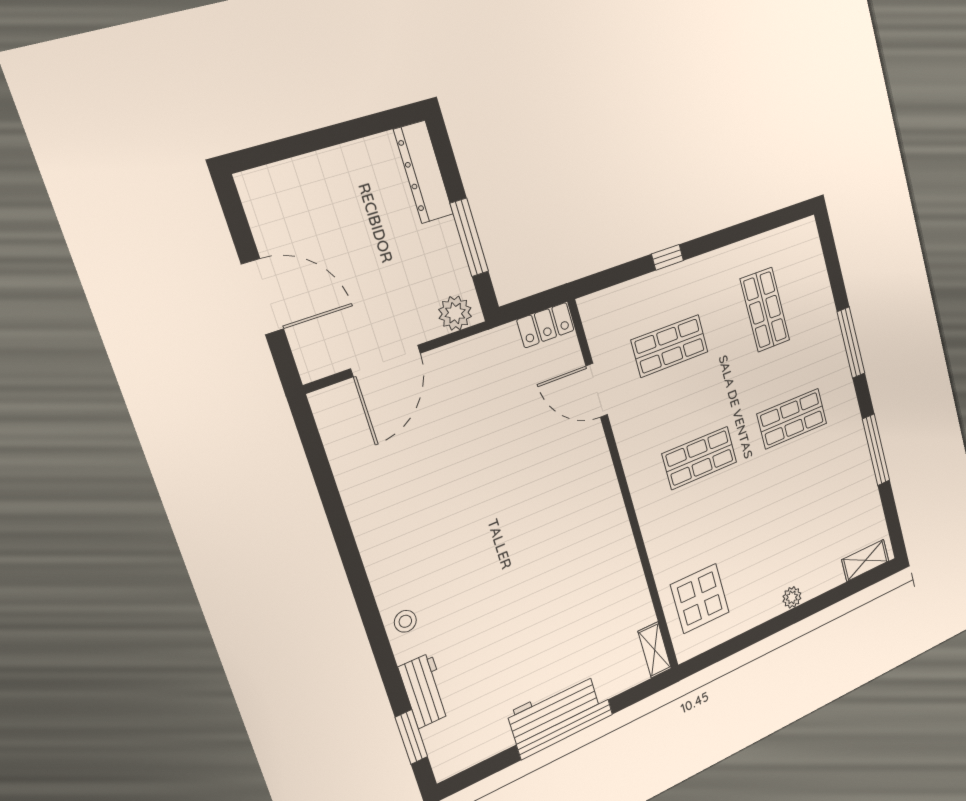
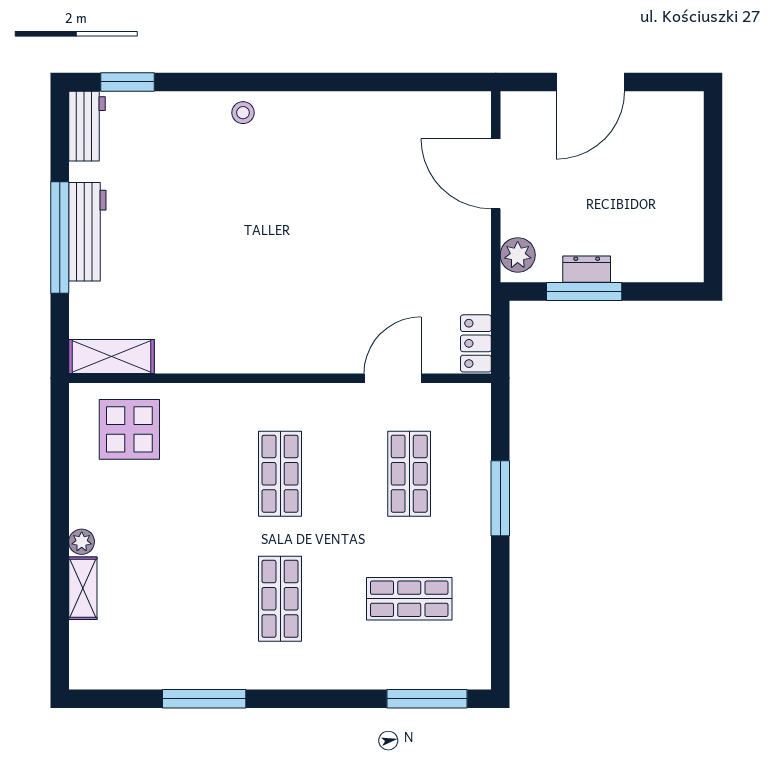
dresser: (423, 172) -> (587, 269), moved, width x0.51, depth x0.80
window: (668, 257) -> (500, 498), width x2.17
window: (851, 343) -> (427, 699), moved
shelving: (865, 560) -> (83, 588), moved
shelving: (655, 650) -> (112, 357), width x1.50, depth x1.33
workbench: (425, 691) -> (87, 126), moved, turned -90

